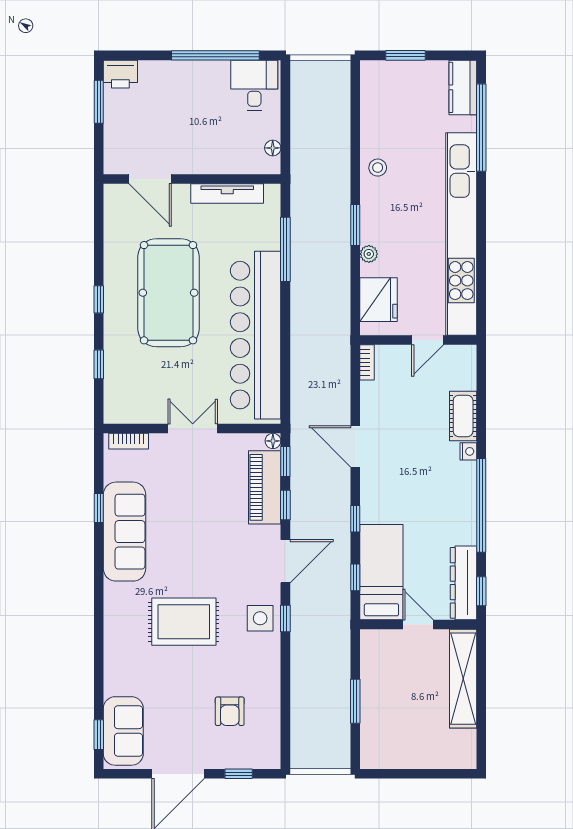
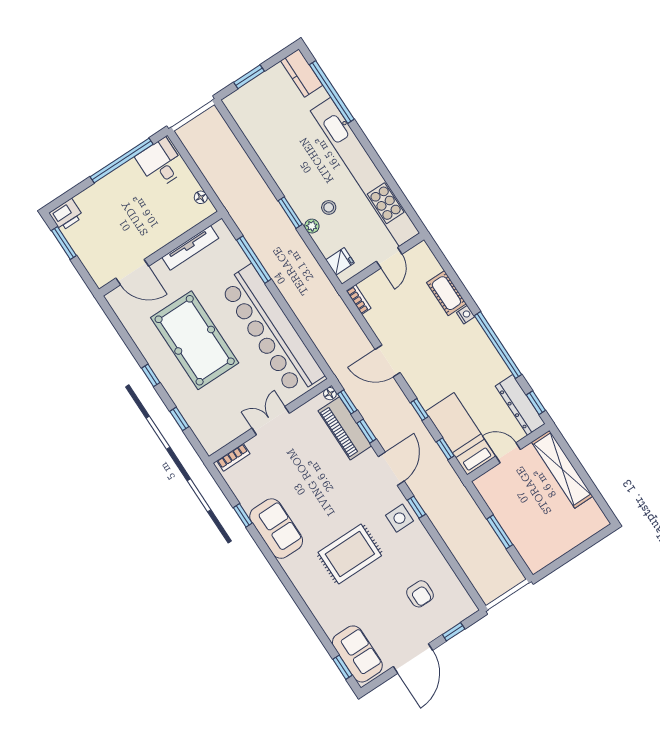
stool: (378, 168) -> (329, 207), moved
fridge: (379, 300) -> (340, 261), width x0.53, depth x0.75
sofa: (125, 532) -> (276, 529), width x0.73

